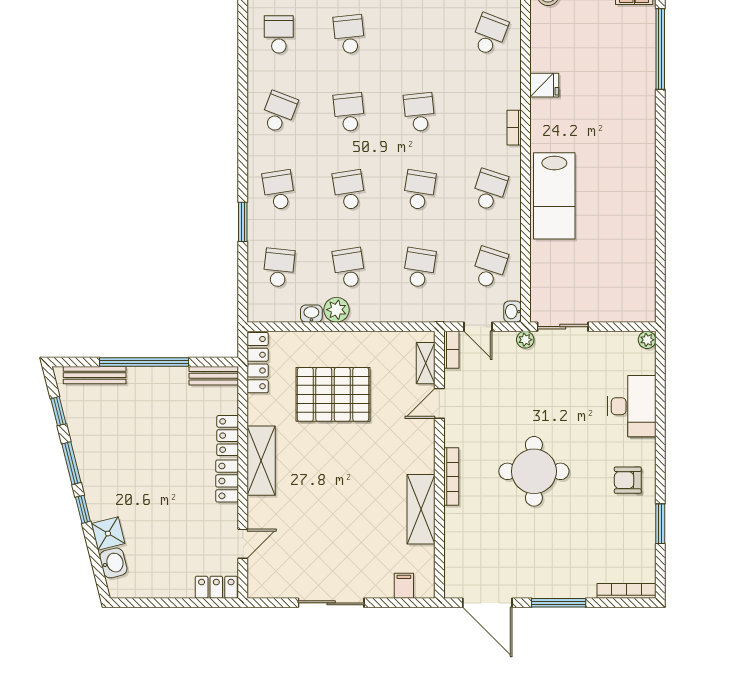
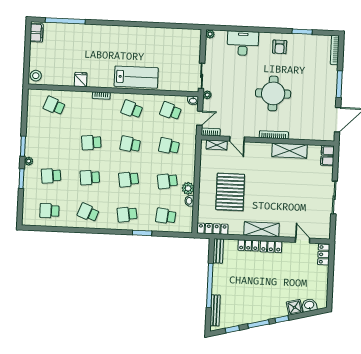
filing cabinet: (425, 586) -> (328, 151), added

